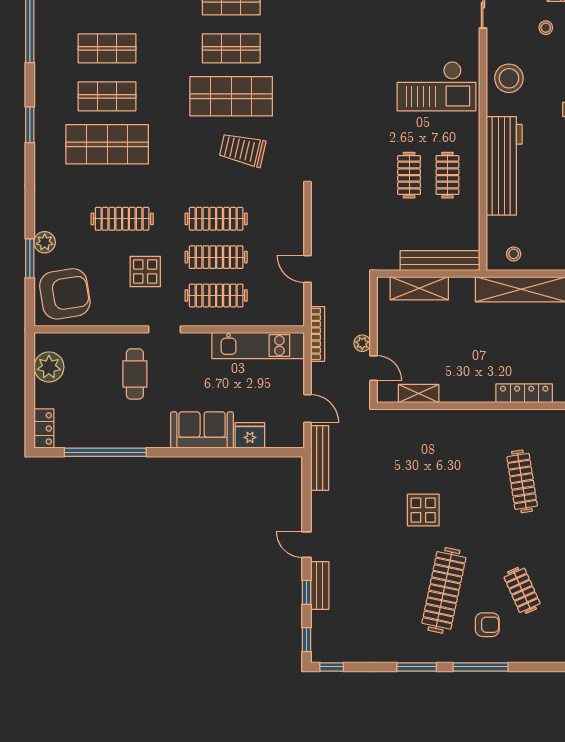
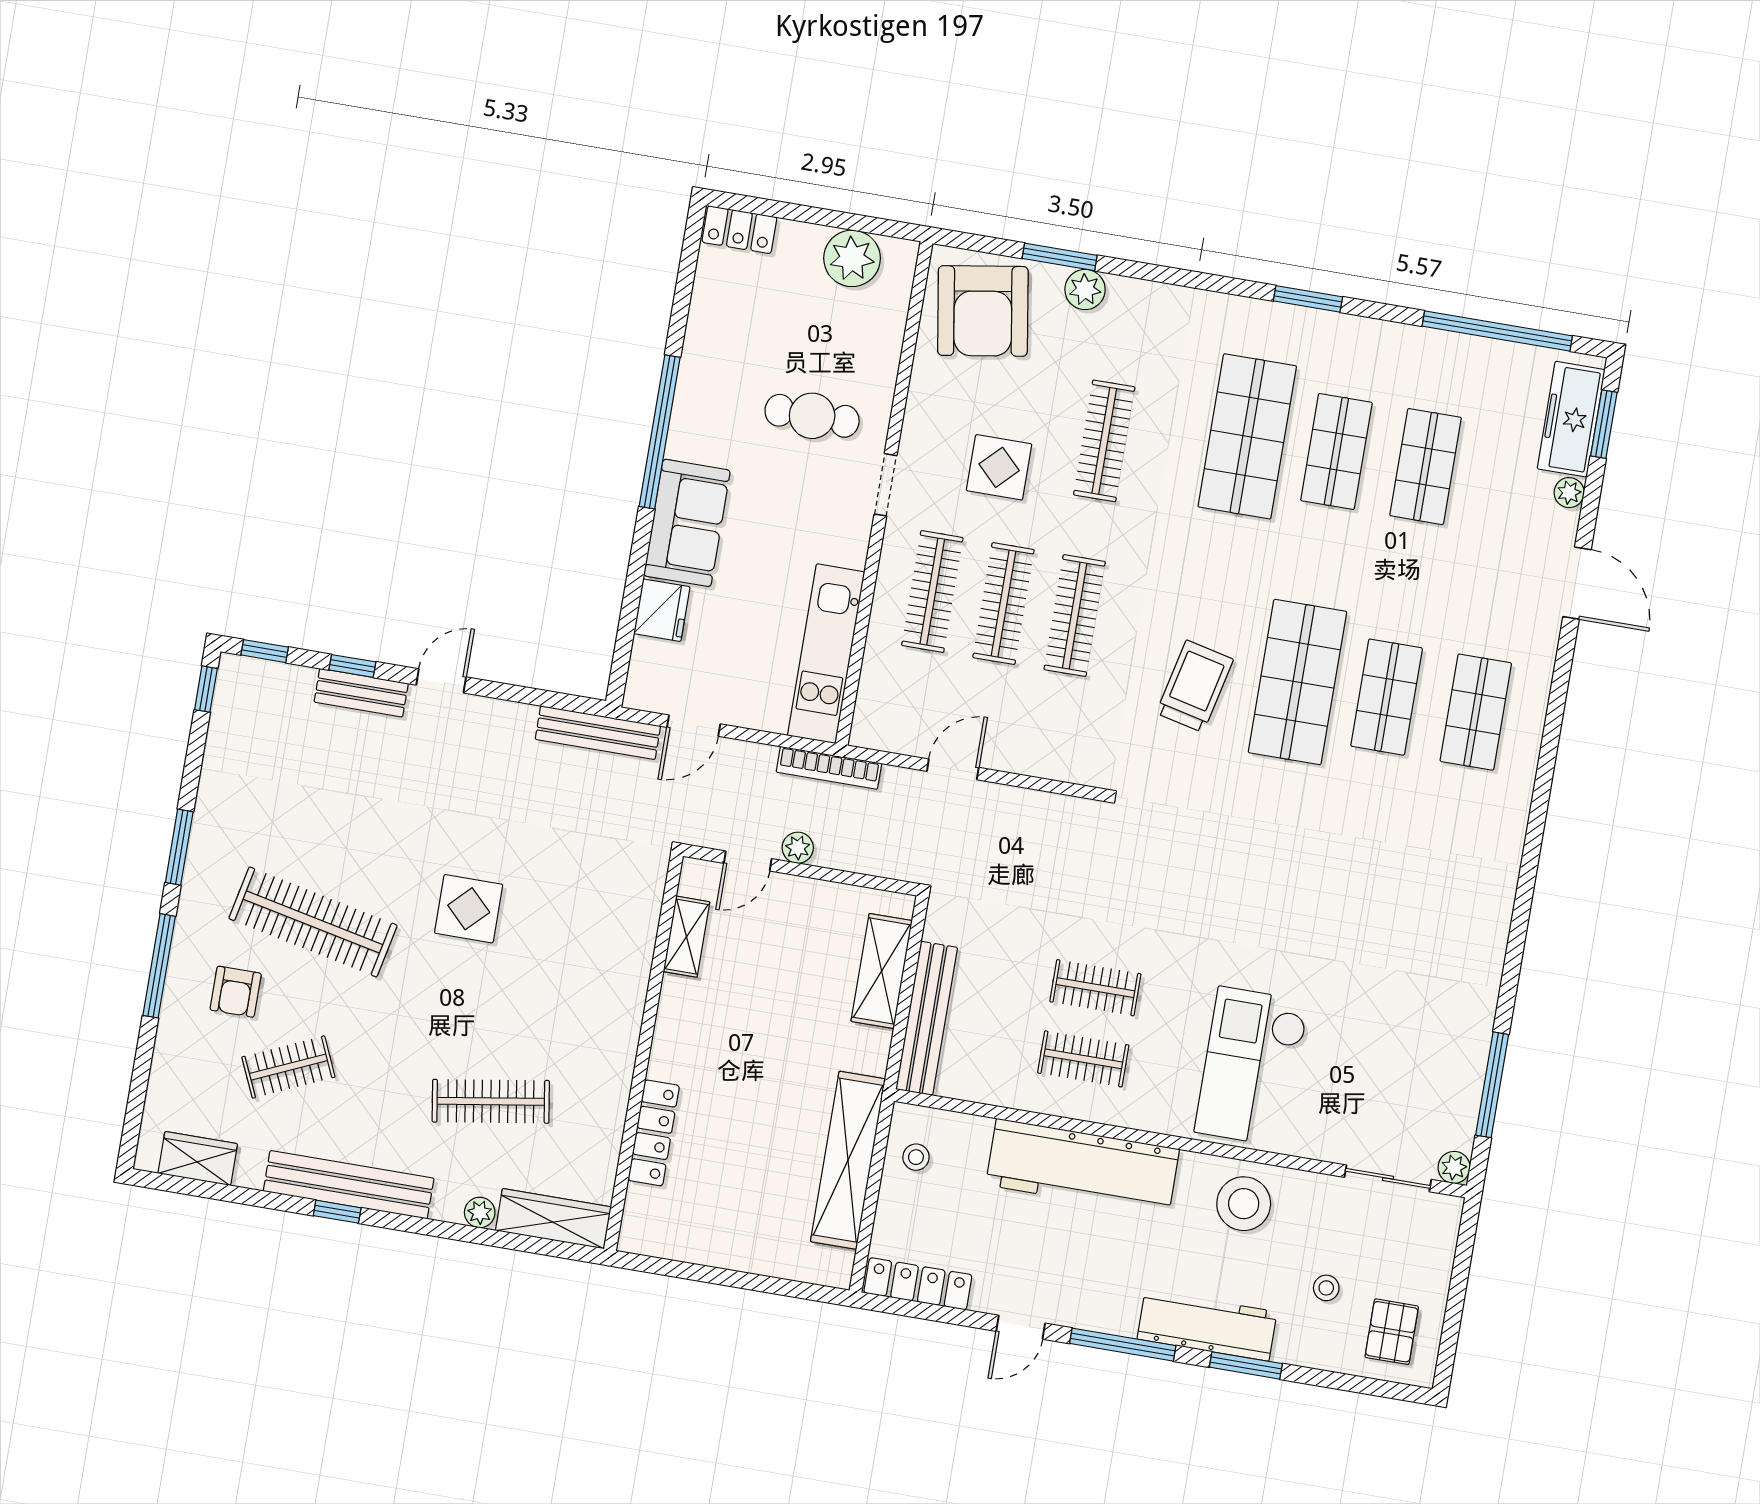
window: (105, 452) -> (660, 432), moved

